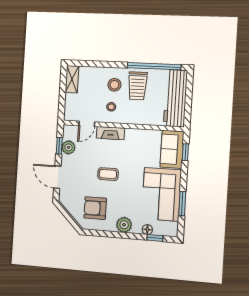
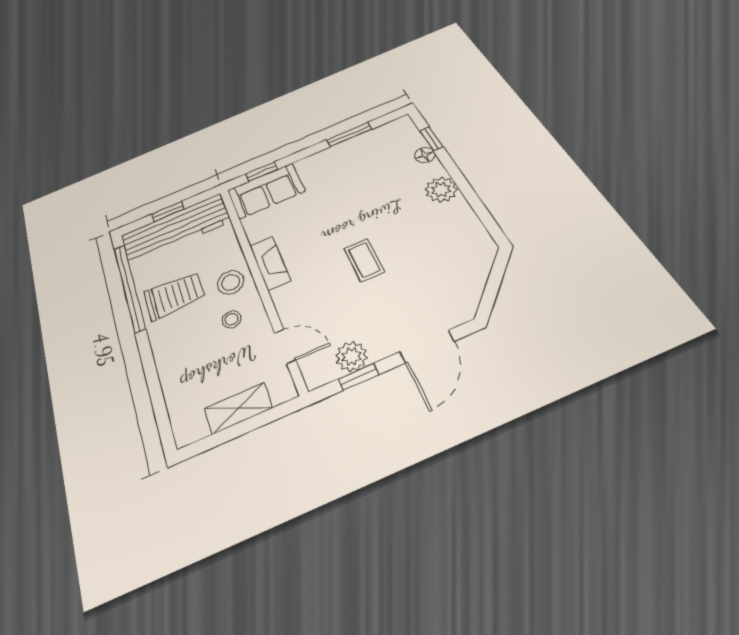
shelving: (72, 79) -> (238, 408), moved
stool: (114, 85) -> (231, 282), moved
window: (189, 98) -> (168, 212), added
fireplace: (110, 133) -> (270, 263), moved
corner sofa: (161, 194) -> (351, 167), removed
armchair: (95, 208) -> (443, 248), removed

